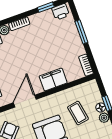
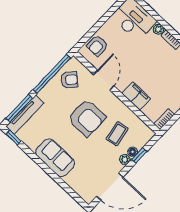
door: (25, 101) -> (104, 80), hinge flipped

